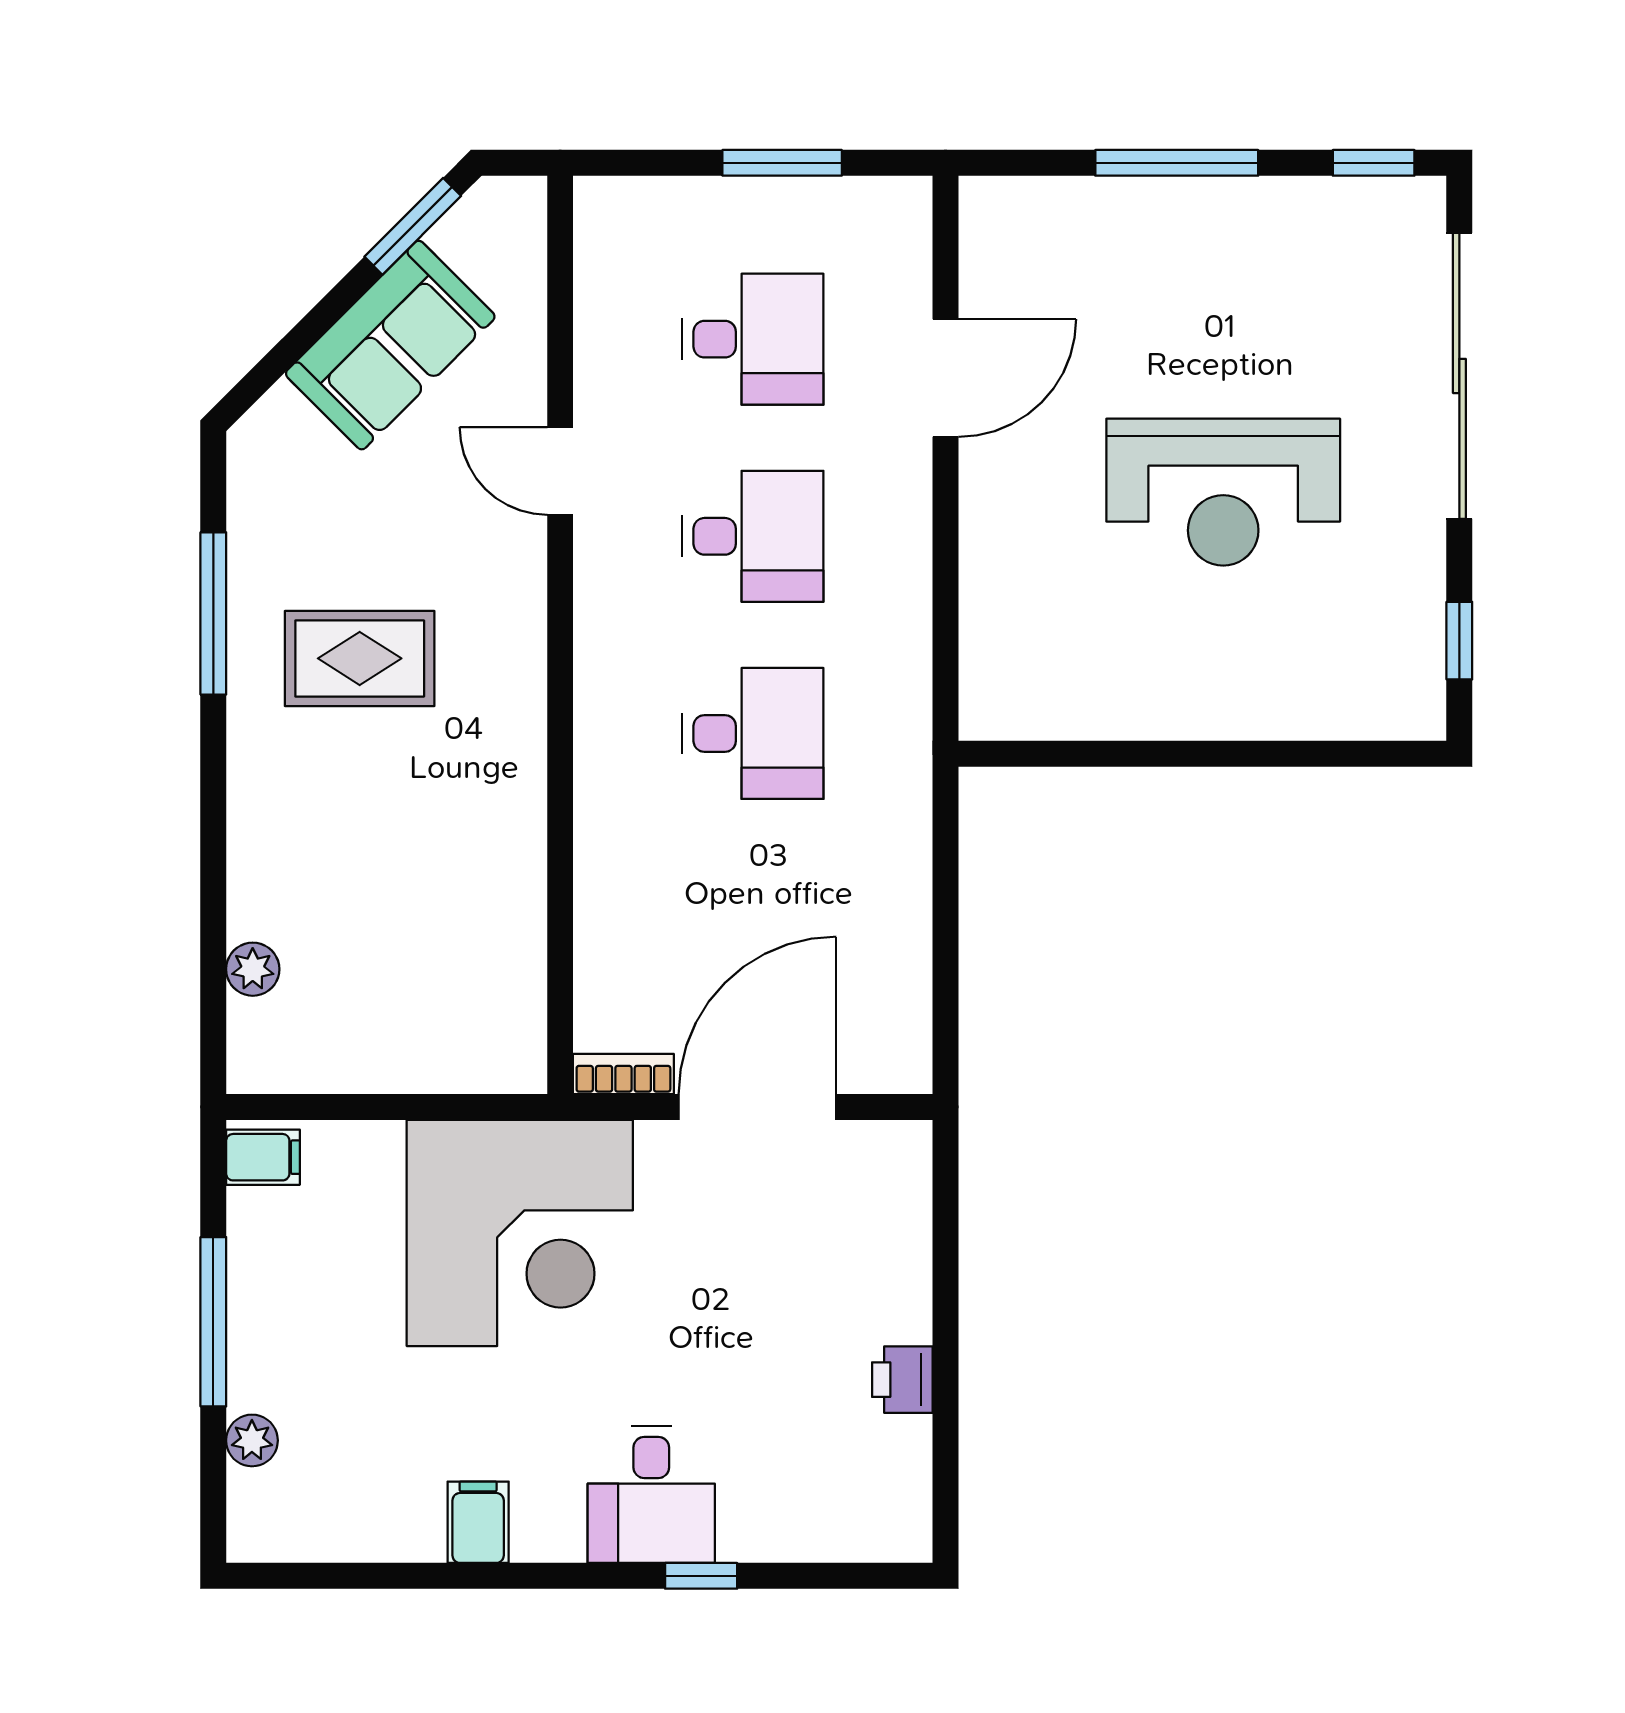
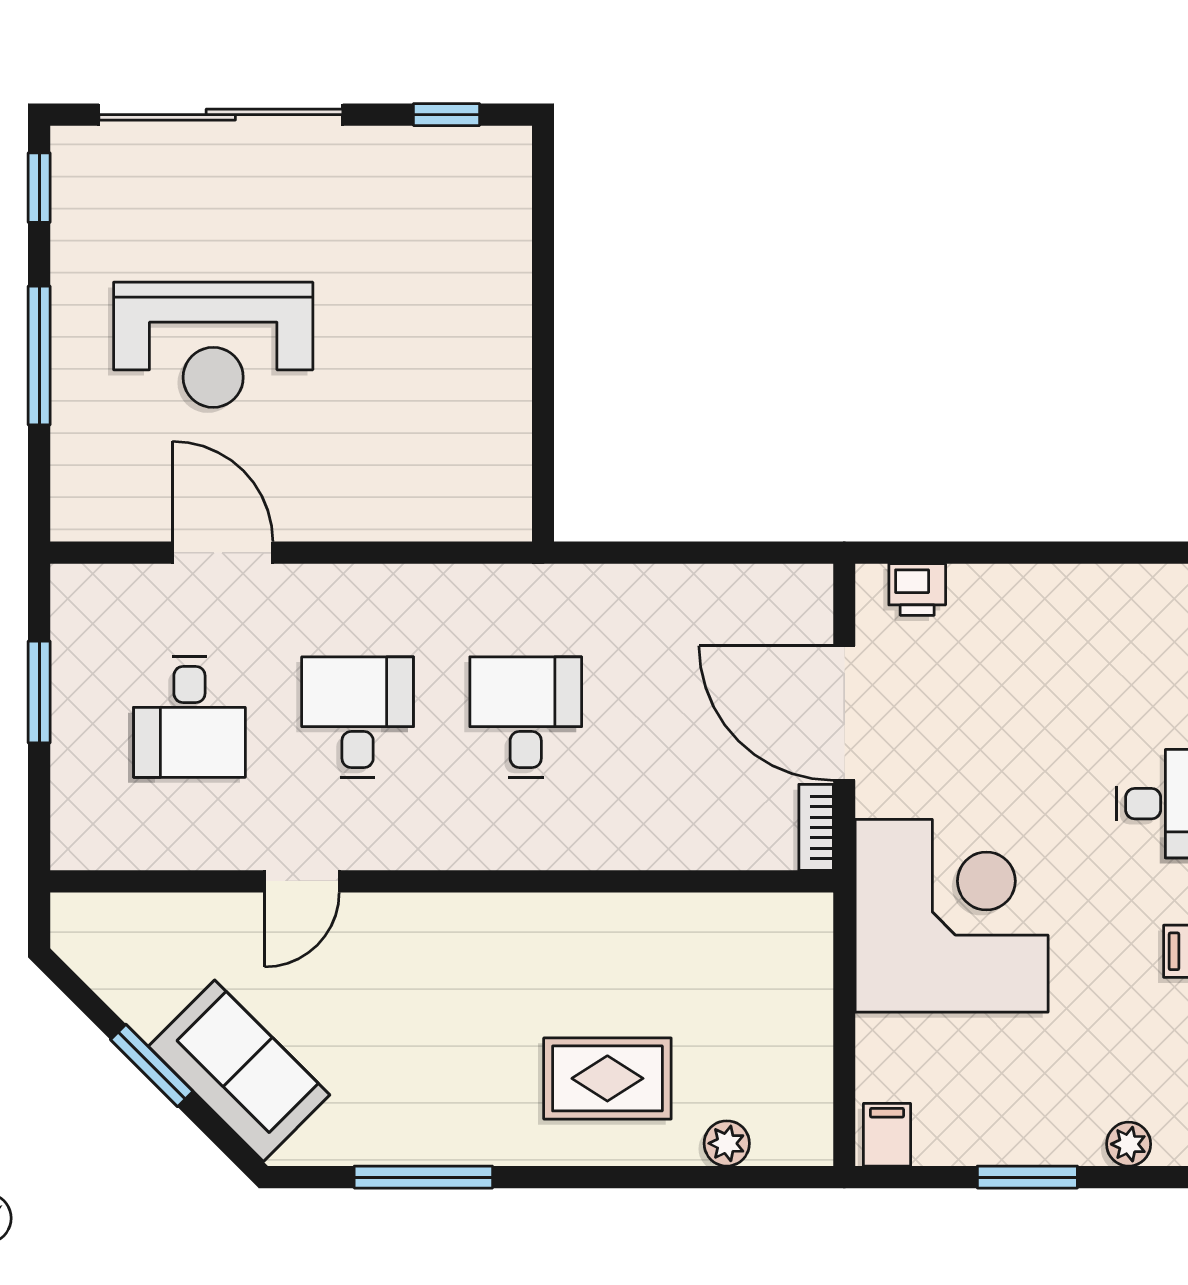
window: (413, 226) -> (152, 1065), moved
desk: (753, 339) -> (189, 717), turned 180
sofa: (390, 345) -> (239, 1071), moved
reception desk: (1223, 492) -> (213, 345), moved, turned 90
rug: (360, 658) -> (607, 1078), moved, turned 90
window: (213, 1322) -> (1027, 1177), width x0.69
printer: (902, 1380) -> (917, 589), moved

